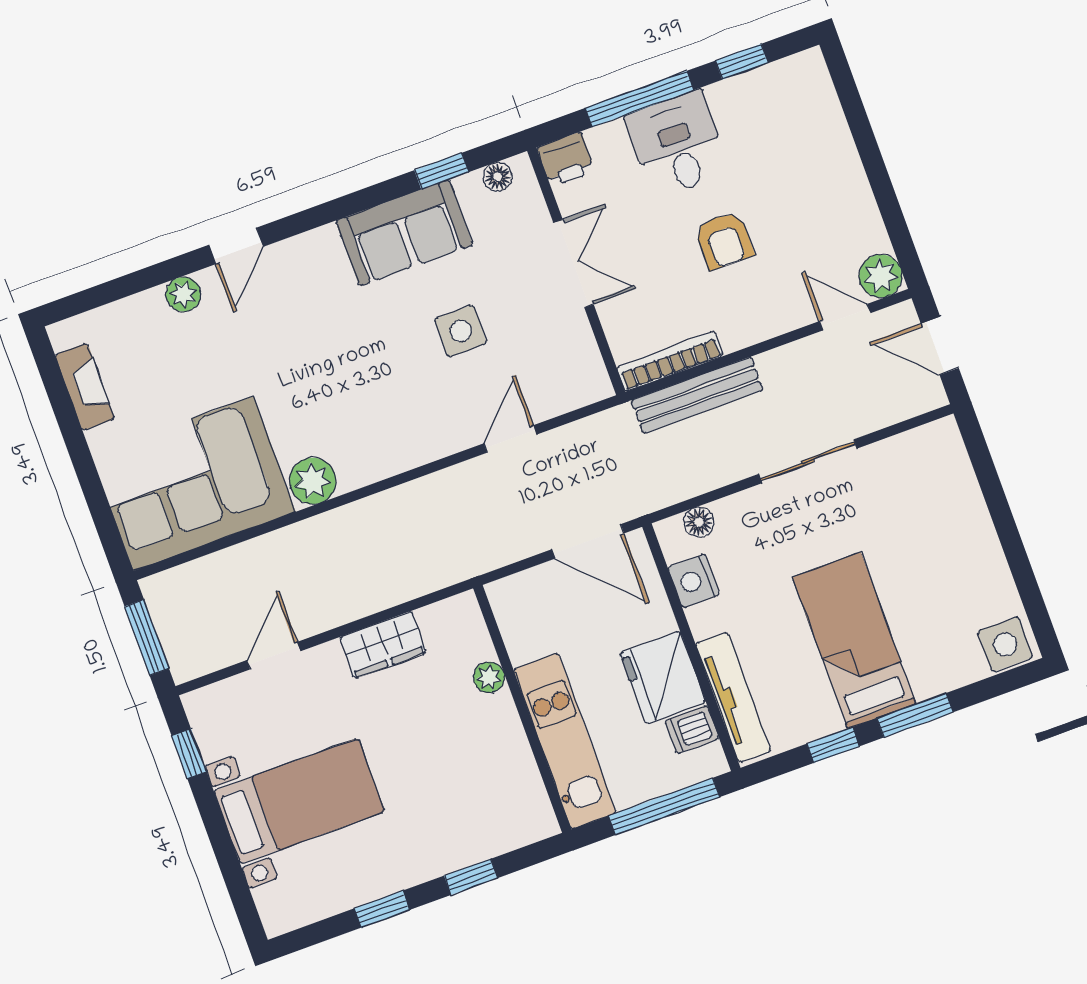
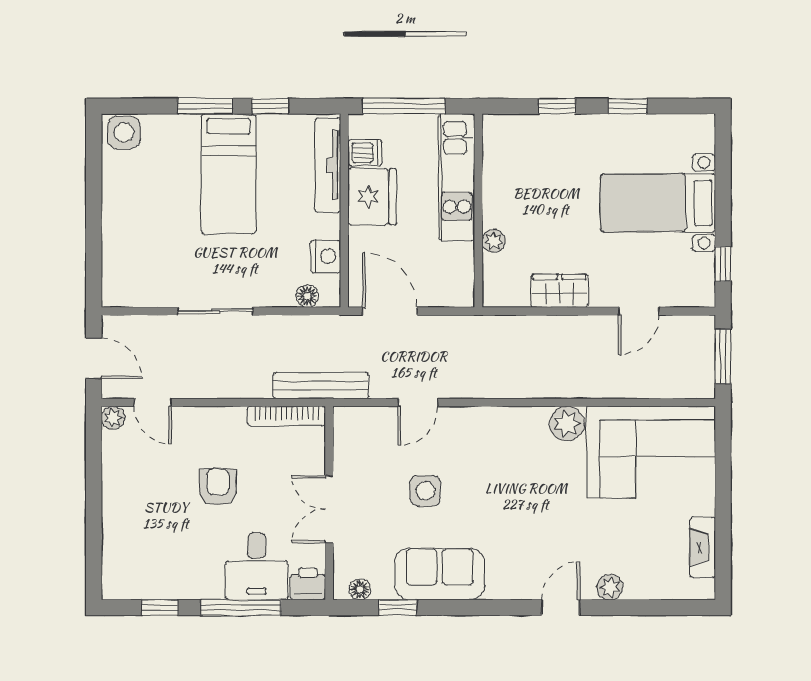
desk: (677, 144) -> (257, 566), moved
plant: (881, 276) -> (113, 418), width x0.73, depth x0.73
bench: (697, 395) -> (321, 386), moved

